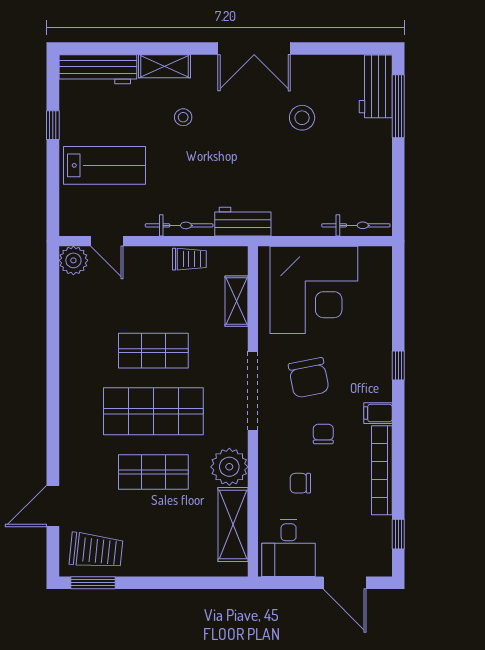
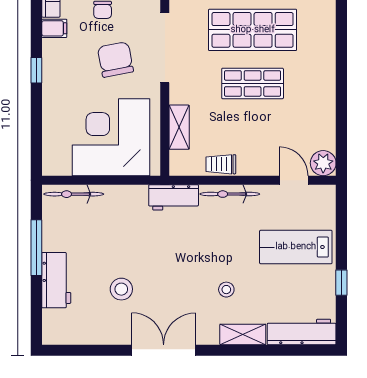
workbench: (376, 86) -> (56, 280), moved
window: (398, 106) -> (36, 248), moved

